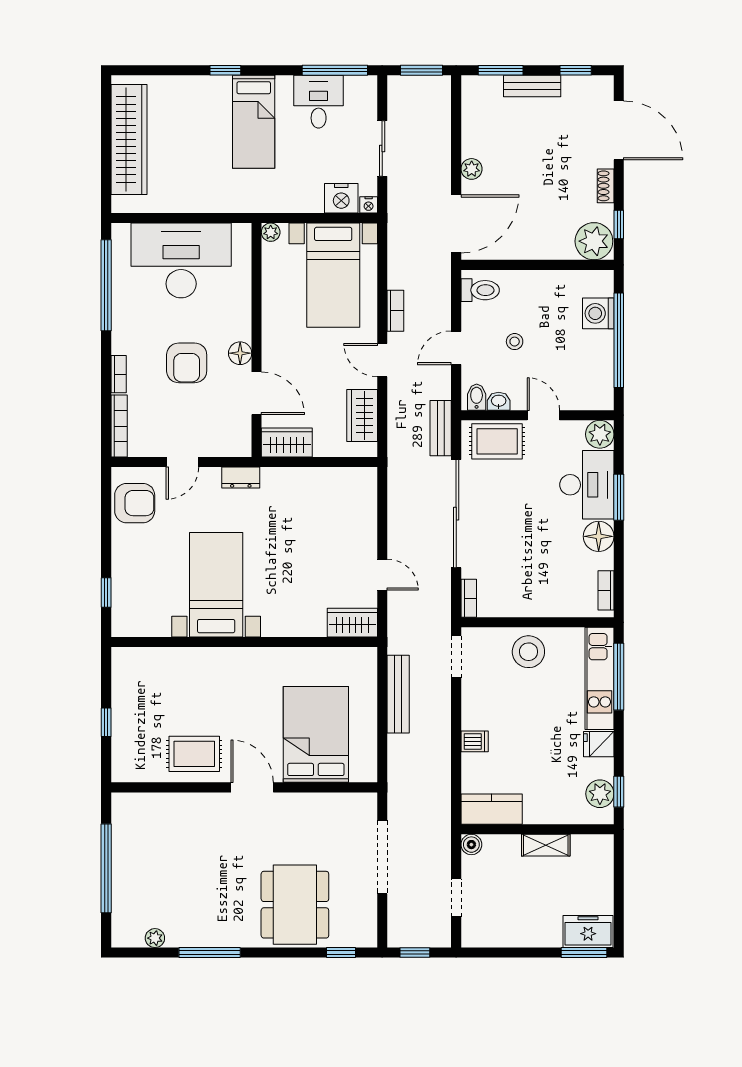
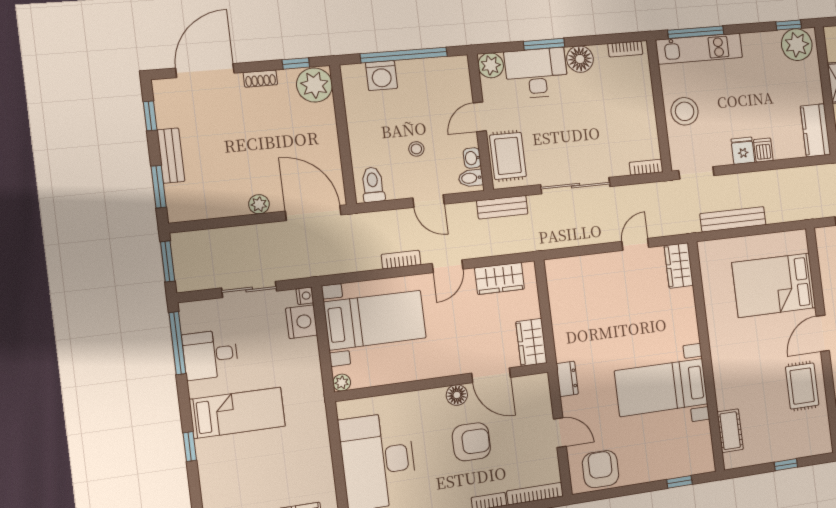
door: (257, 393) -> (491, 375), swing flipped
sliding door: (456, 514) -> (575, 186), width x0.73
cot: (155, 660) -> (730, 431), added
fridge: (599, 744) -> (743, 151), moved, turned 180
plant: (600, 794) -> (797, 45), width x1.36, depth x1.36

